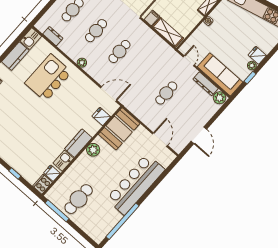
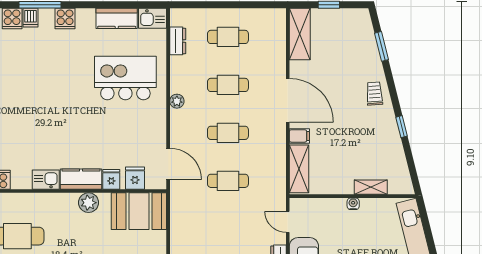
door: (189, 61) -> (288, 222), swing flipped
cafe table: (166, 93) -> (228, 181), moved
fridge: (52, 173) -> (111, 179), moved

